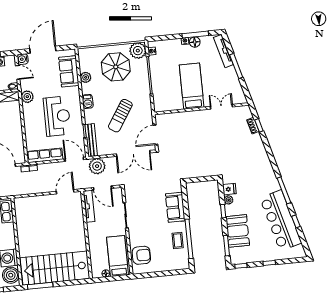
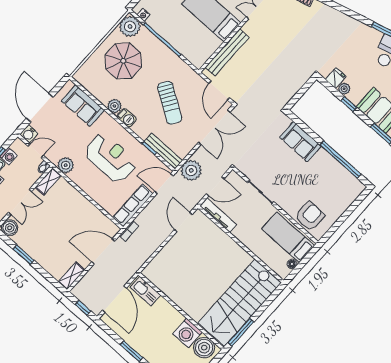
plant: (86, 77) -> (114, 106), moved
bench: (180, 117) -> (227, 52), added
coffee table: (178, 240) -> (331, 171), removed

